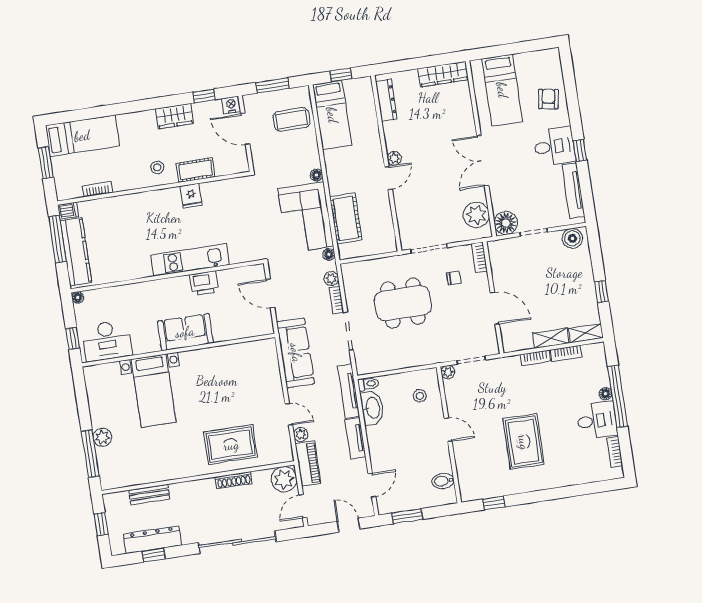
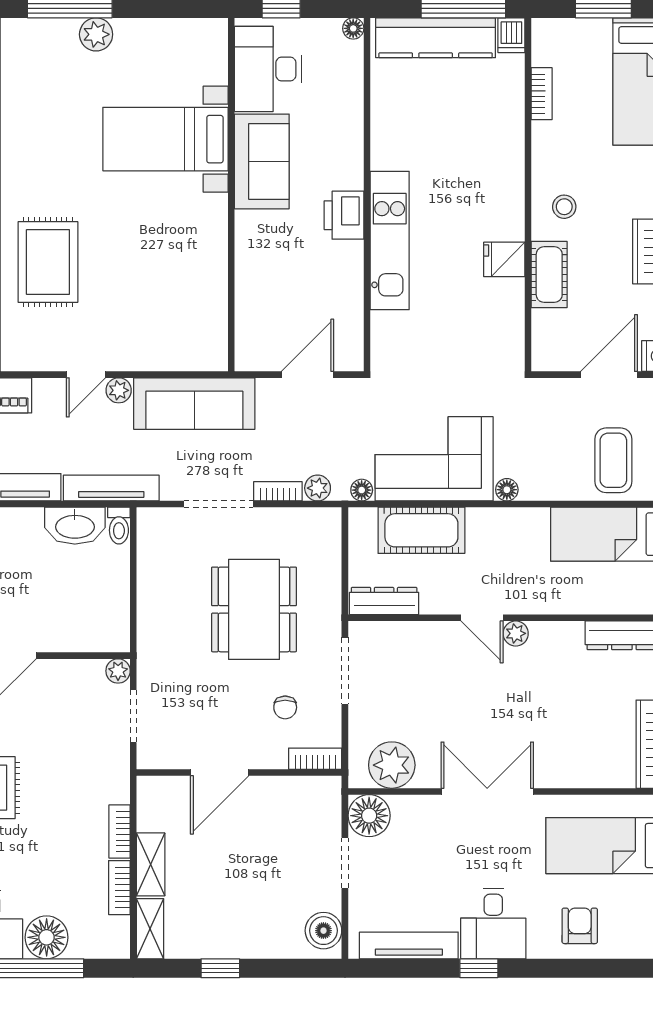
armchair: (548, 99) -> (580, 926), turned -99
dresser: (387, 233) -> (384, 601), added
printer: (204, 283) -> (344, 215), moved
sofa: (185, 332) -> (262, 161), moved
floor lamp: (606, 394) -> (47, 937), width x1.89, depth x1.89
stool: (420, 396) -> (83, 614), removed
plant: (301, 434) -> (119, 390), moved

